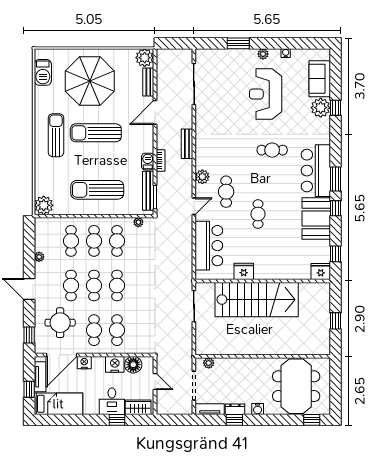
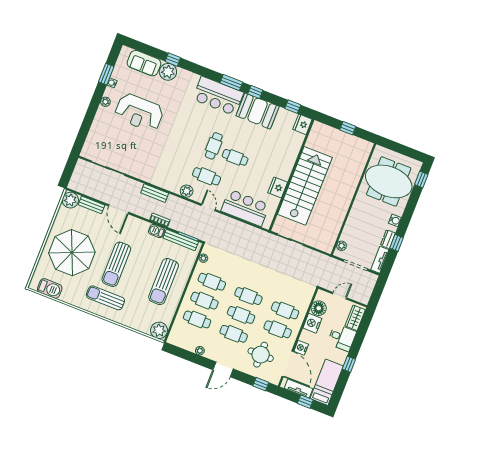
window: (238, 43) -> (106, 74), moved
cafe table: (272, 150) -> (214, 146), moved
window: (117, 420) -> (349, 364), moved

